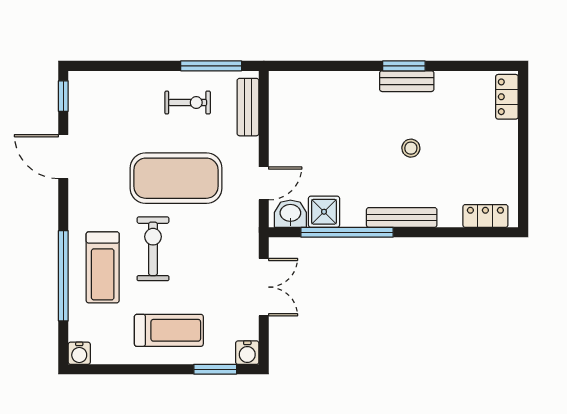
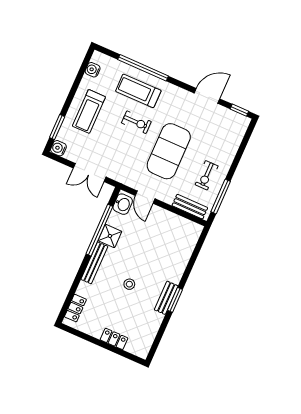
locker: (507, 97) -> (114, 339), moved
shower: (324, 212) -> (110, 236), moved
exercise bike: (153, 249) -> (136, 122), width x0.73, depth x0.72
water cooler: (79, 353) -> (93, 70), moved

